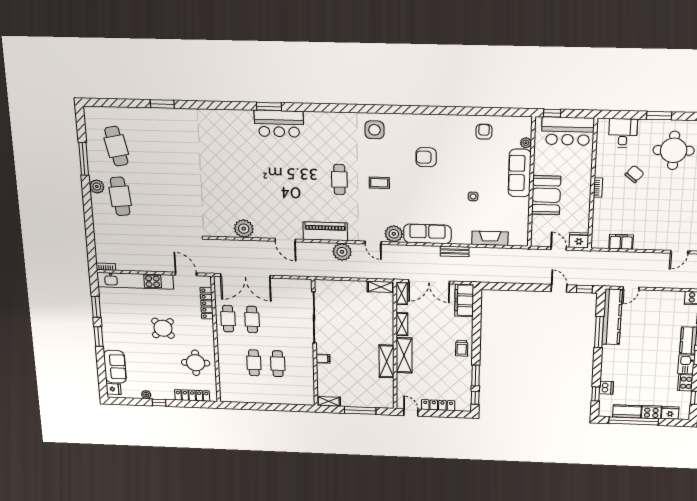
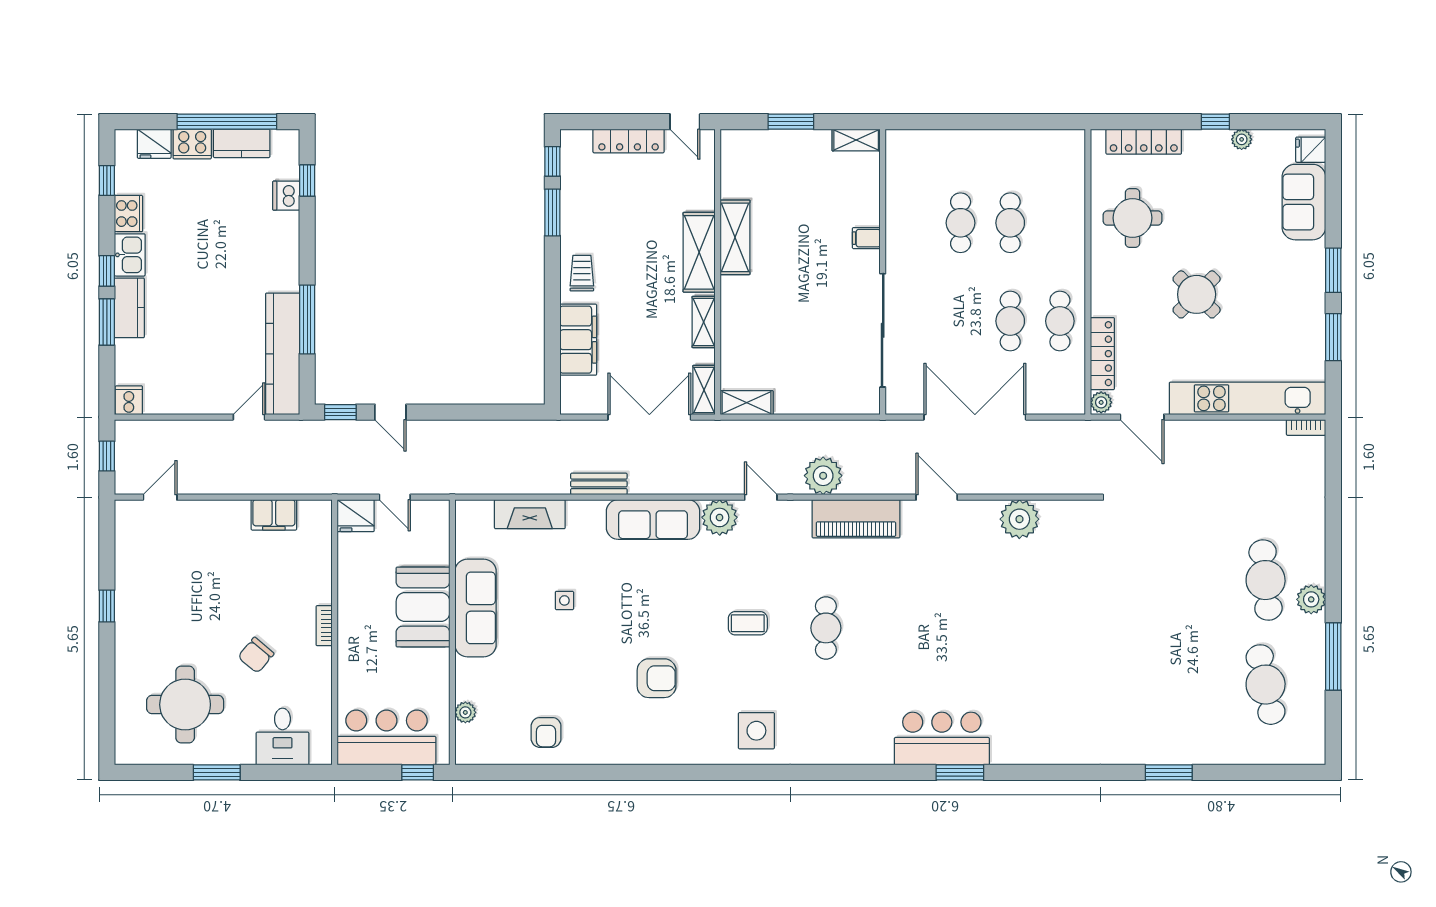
sofa: (520, 173) -> (476, 608), moved
double door: (245, 276) -> (975, 417), moved
plant: (206, 281) -> (1101, 402), added
filing cabinet: (464, 300) -> (578, 340), moved
window: (360, 410) -> (791, 122), width x0.69

